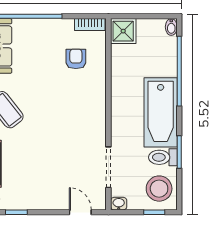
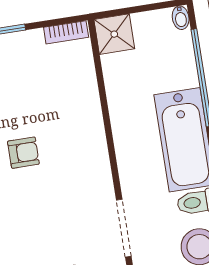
armchair: (76, 59) -> (23, 153), moved, turned 90

